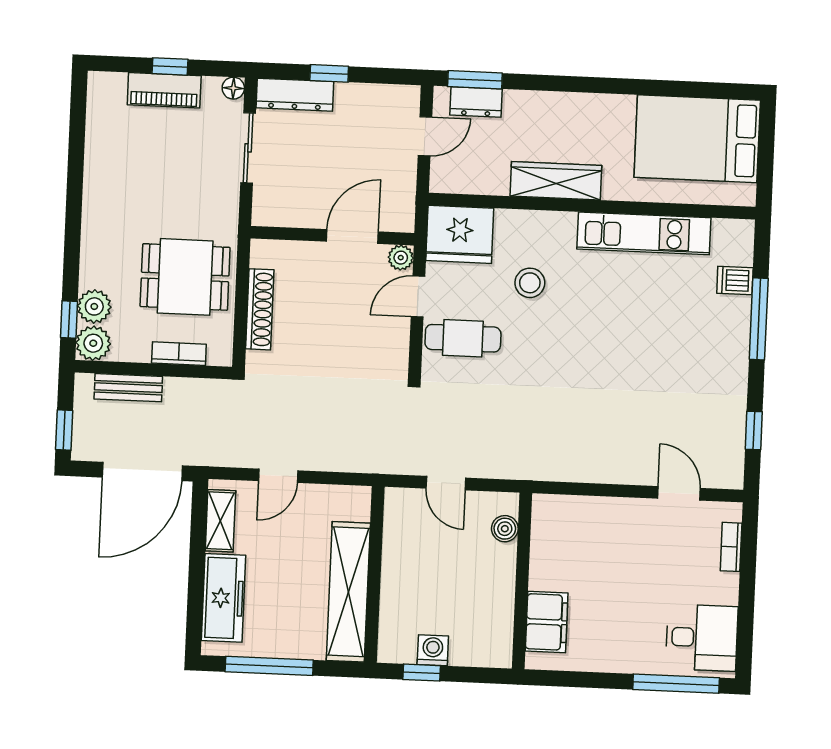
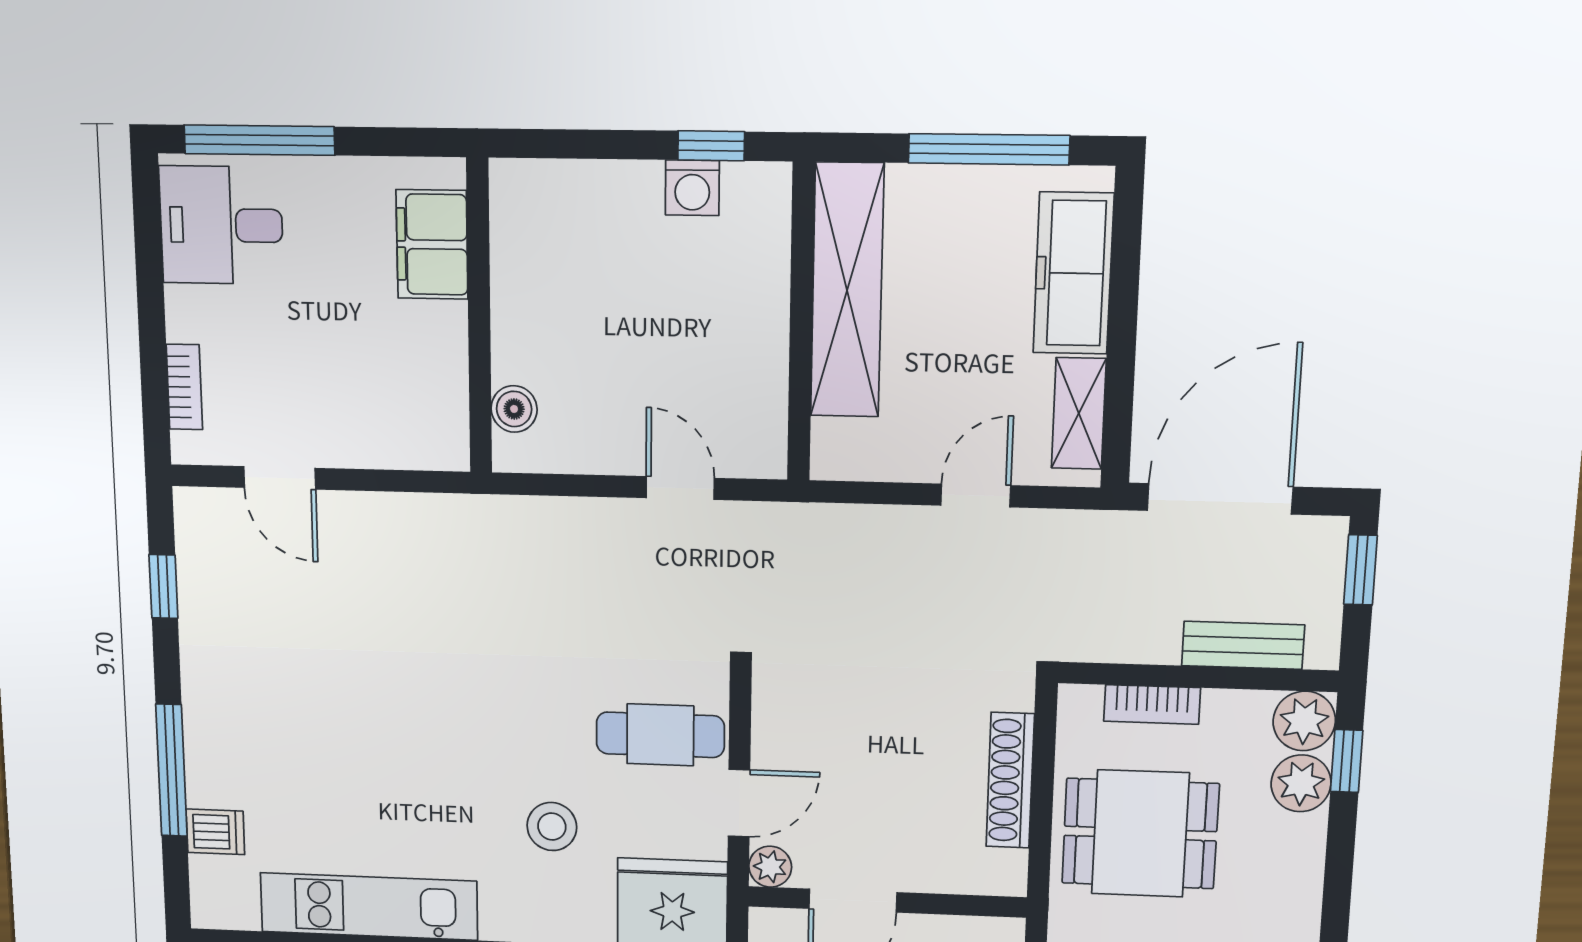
boiler: (505, 529) -> (514, 409), moved
wall: (522, 581) -> (479, 317), moved
filing cabinet: (547, 622) -> (432, 244), moved

